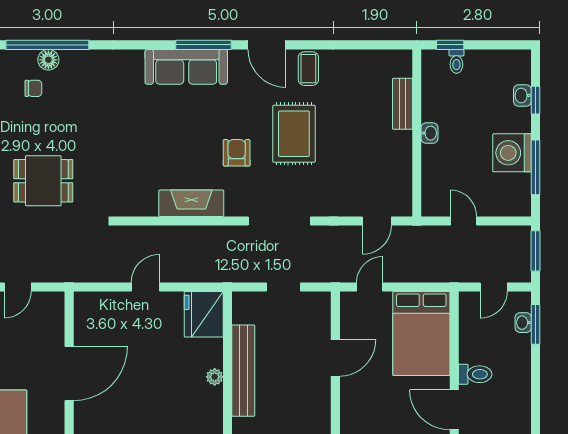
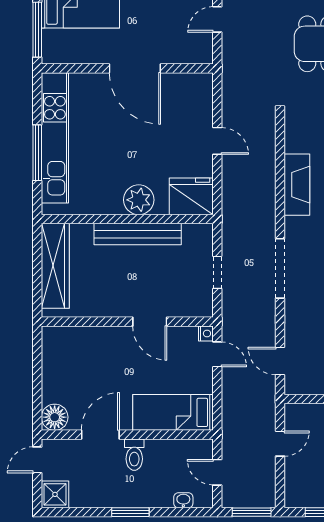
door: (18, 287) -> (217, 19), hinge flipped
nightstand: (348, 299) -> (206, 333), added
window: (536, 324) -> (130, 512), moved
bed: (421, 333) -> (173, 412), width x0.67
plant: (215, 377) -> (139, 200), width x1.87, depth x1.87

